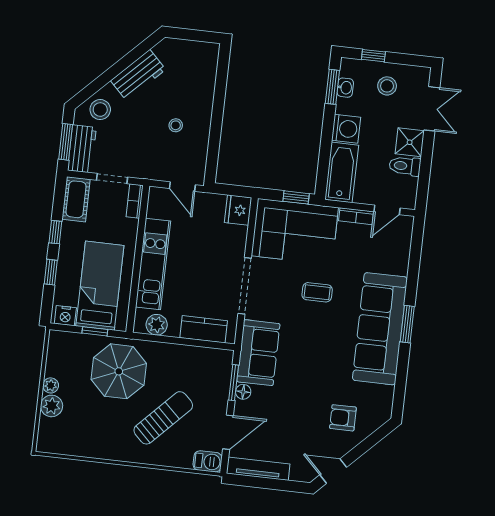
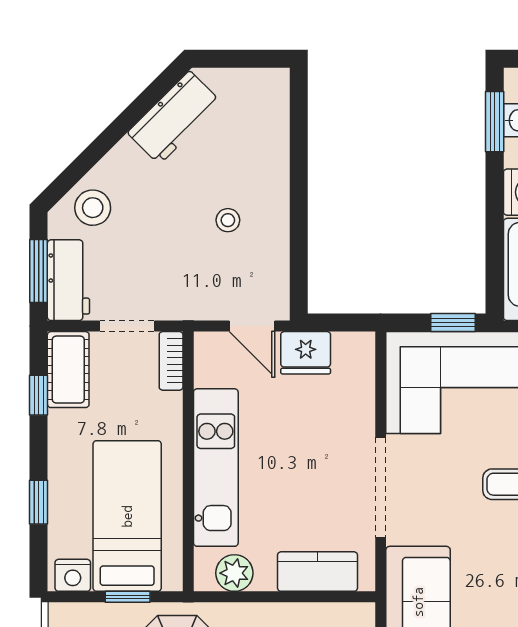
workbench: (138, 75) -> (174, 118), moved
fridge: (238, 210) -> (306, 353), moved, turned -90
window: (55, 232) -> (39, 395), moved

